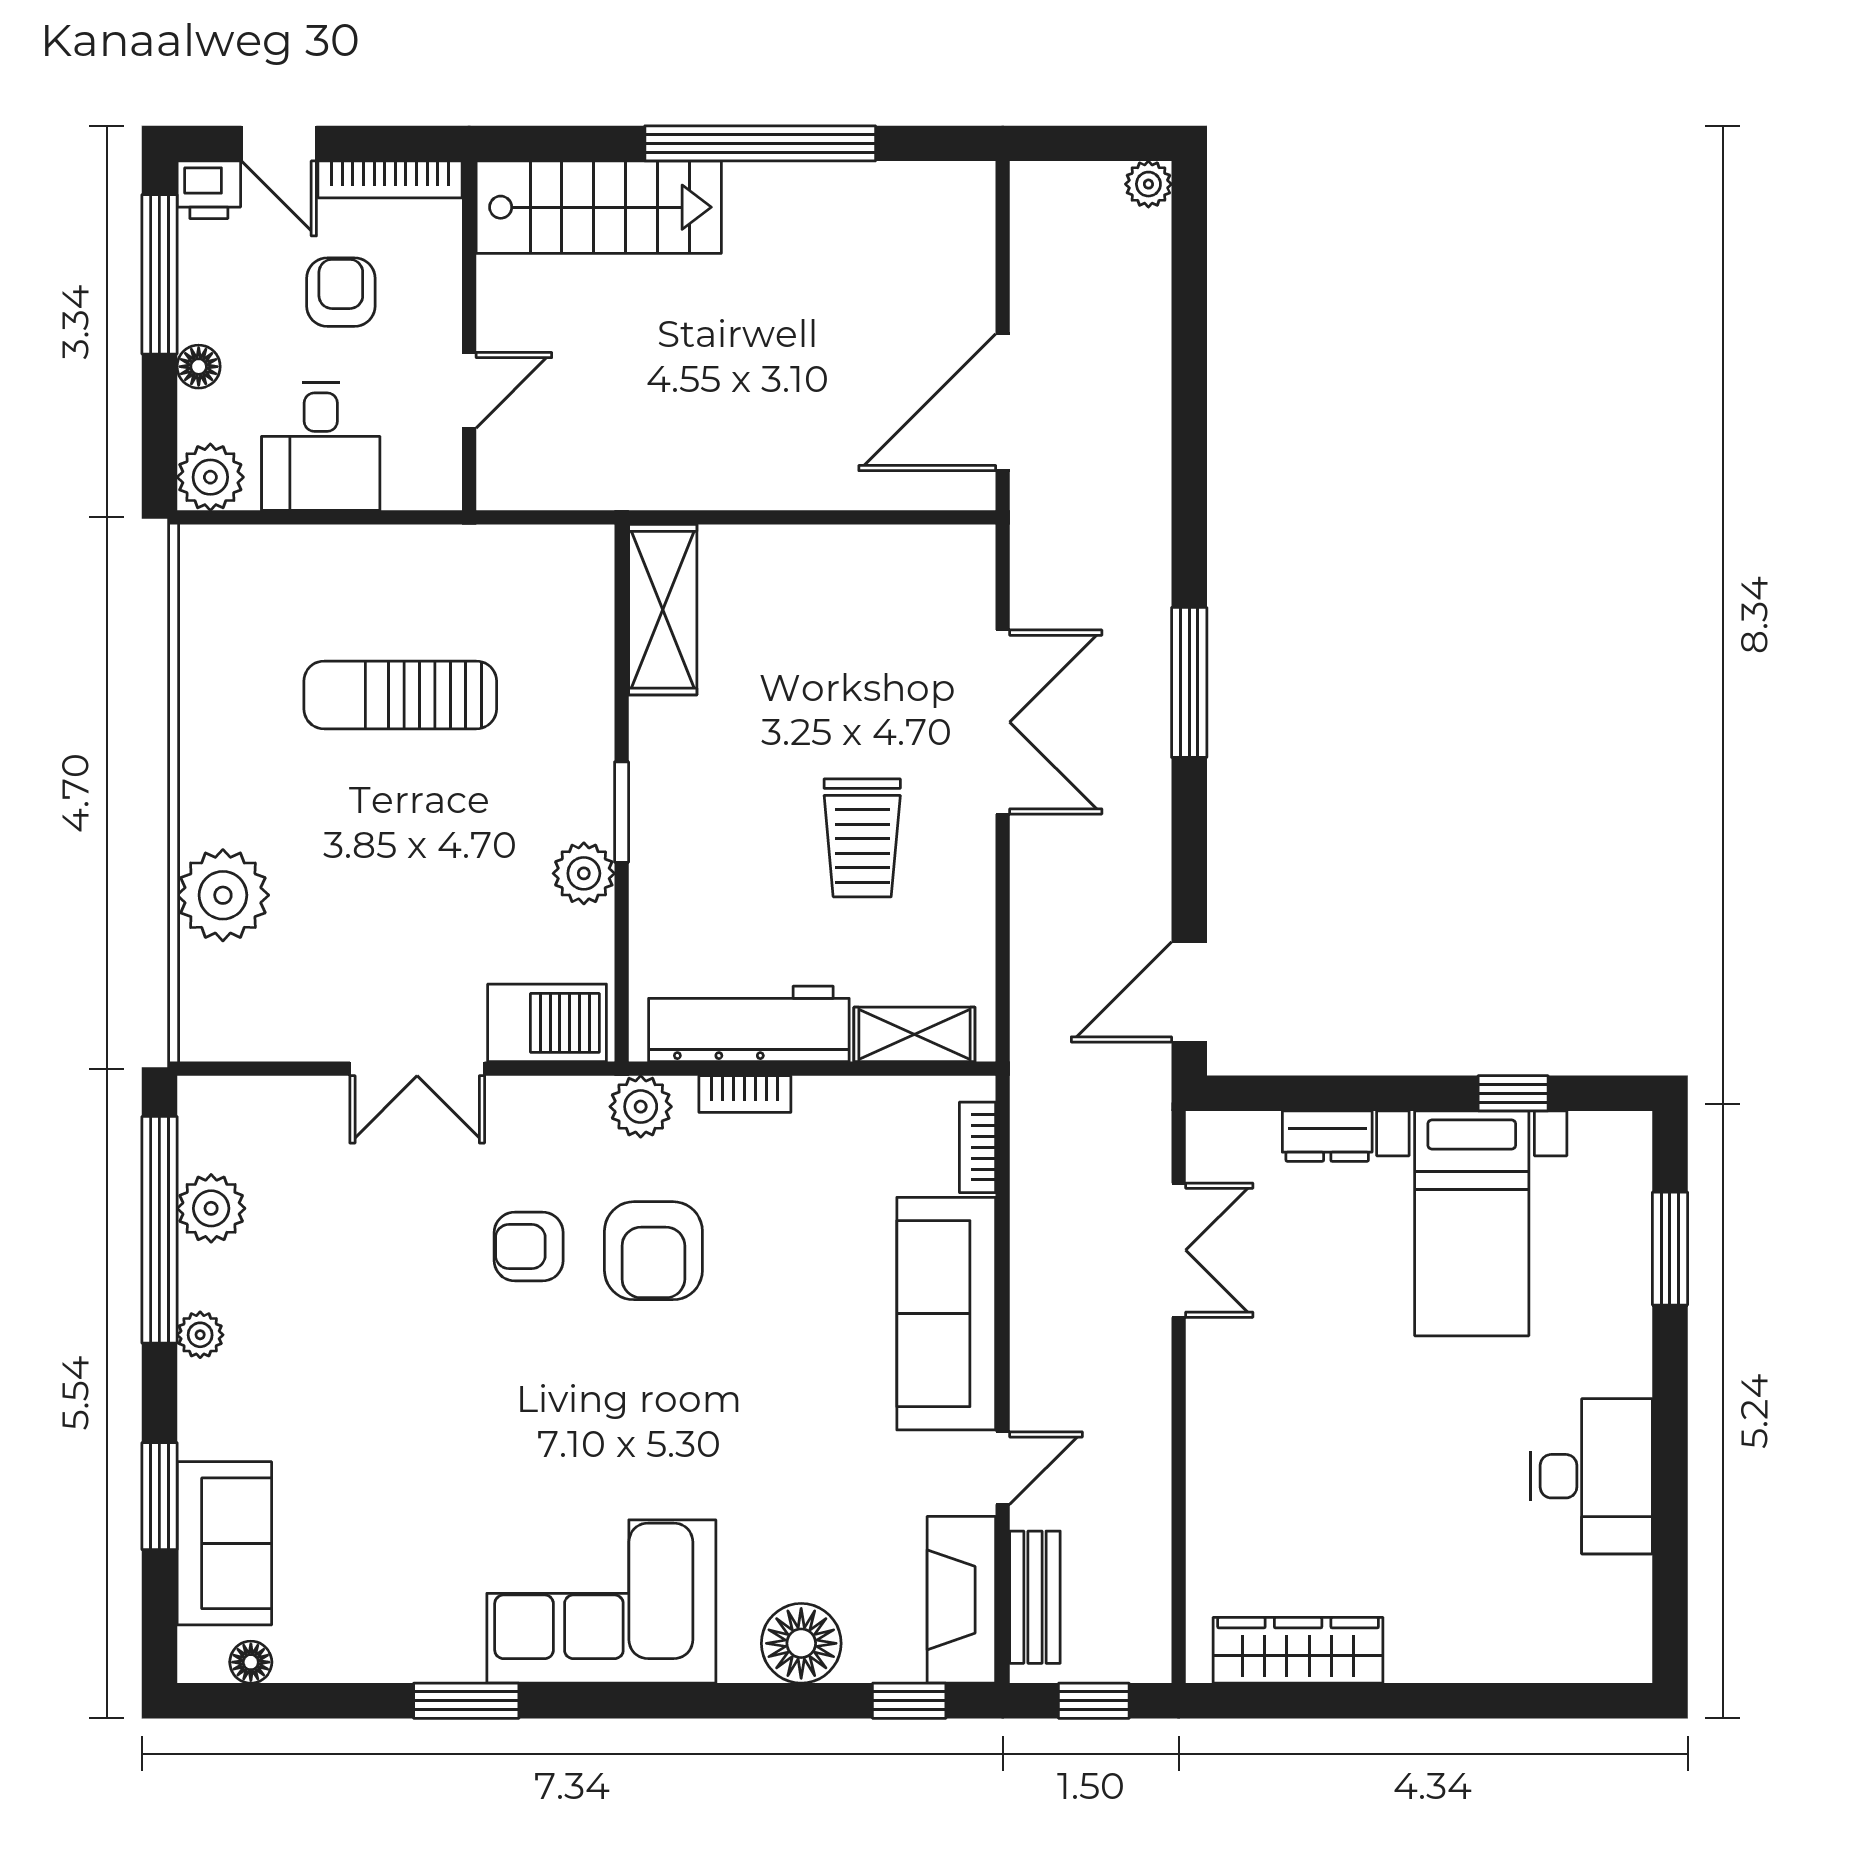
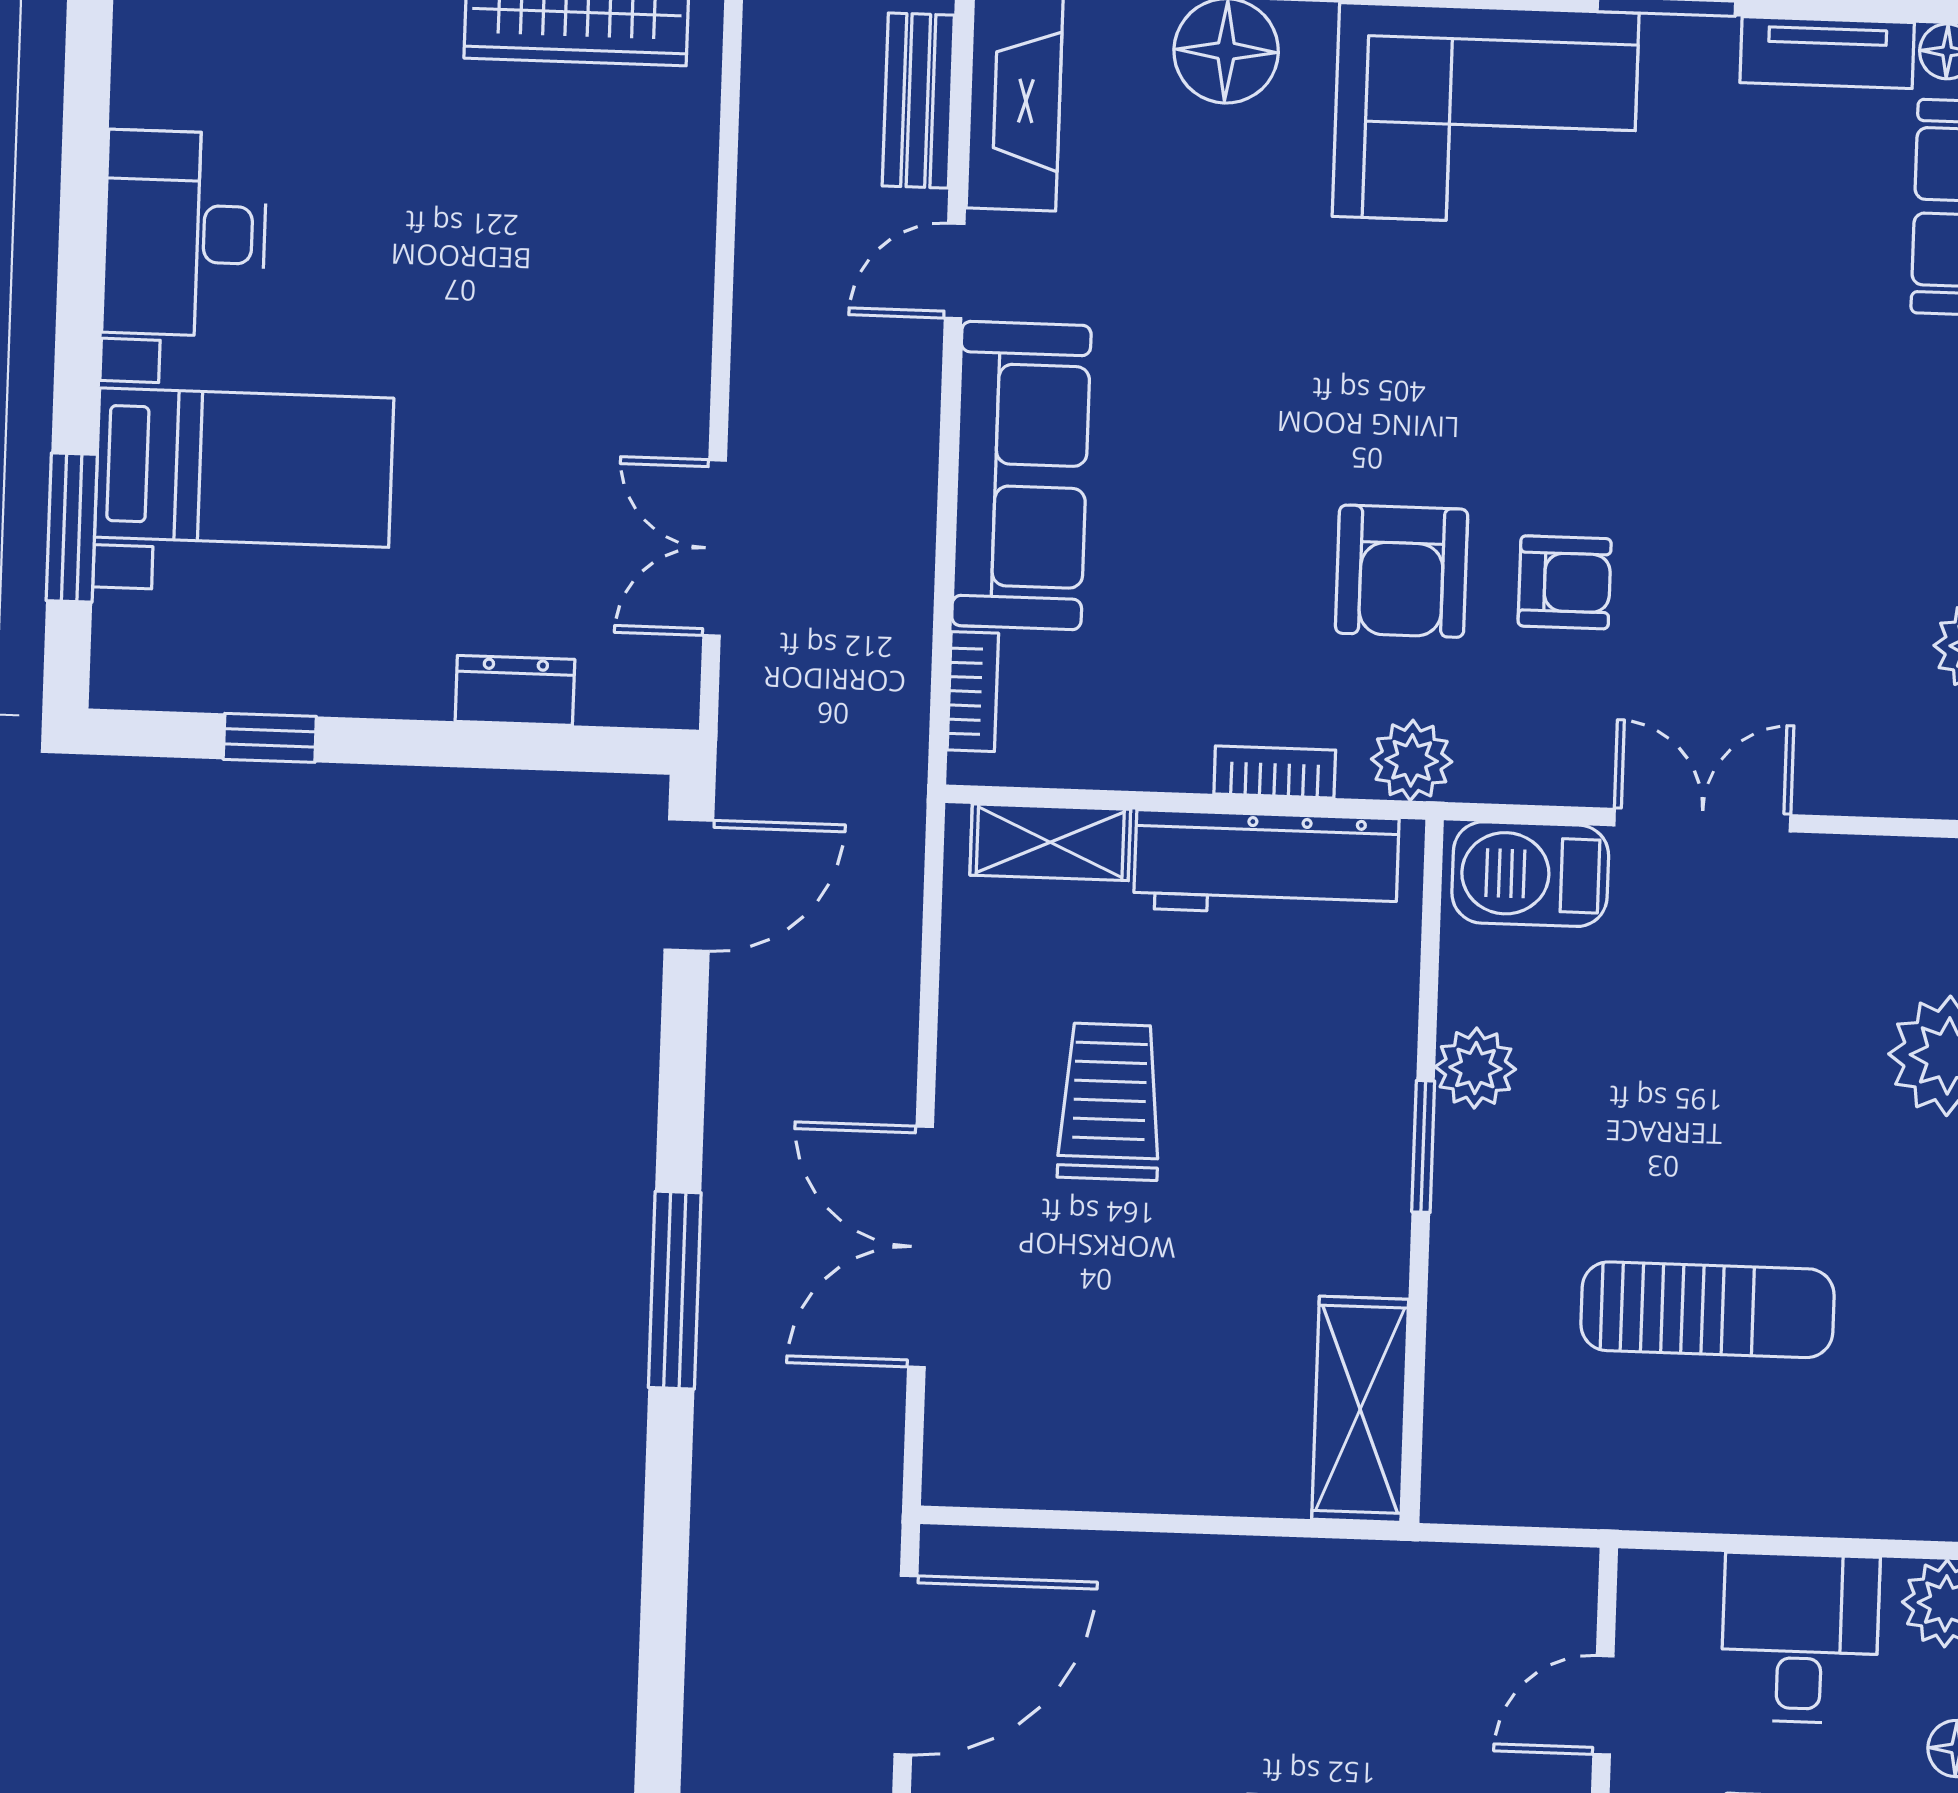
bed with nightstands: (1472, 1223) -> (244, 468), moved, turned 90
armchair: (653, 1251) -> (1402, 571), turned 180
tv unit: (342, 1658) -> (1827, 53), added

